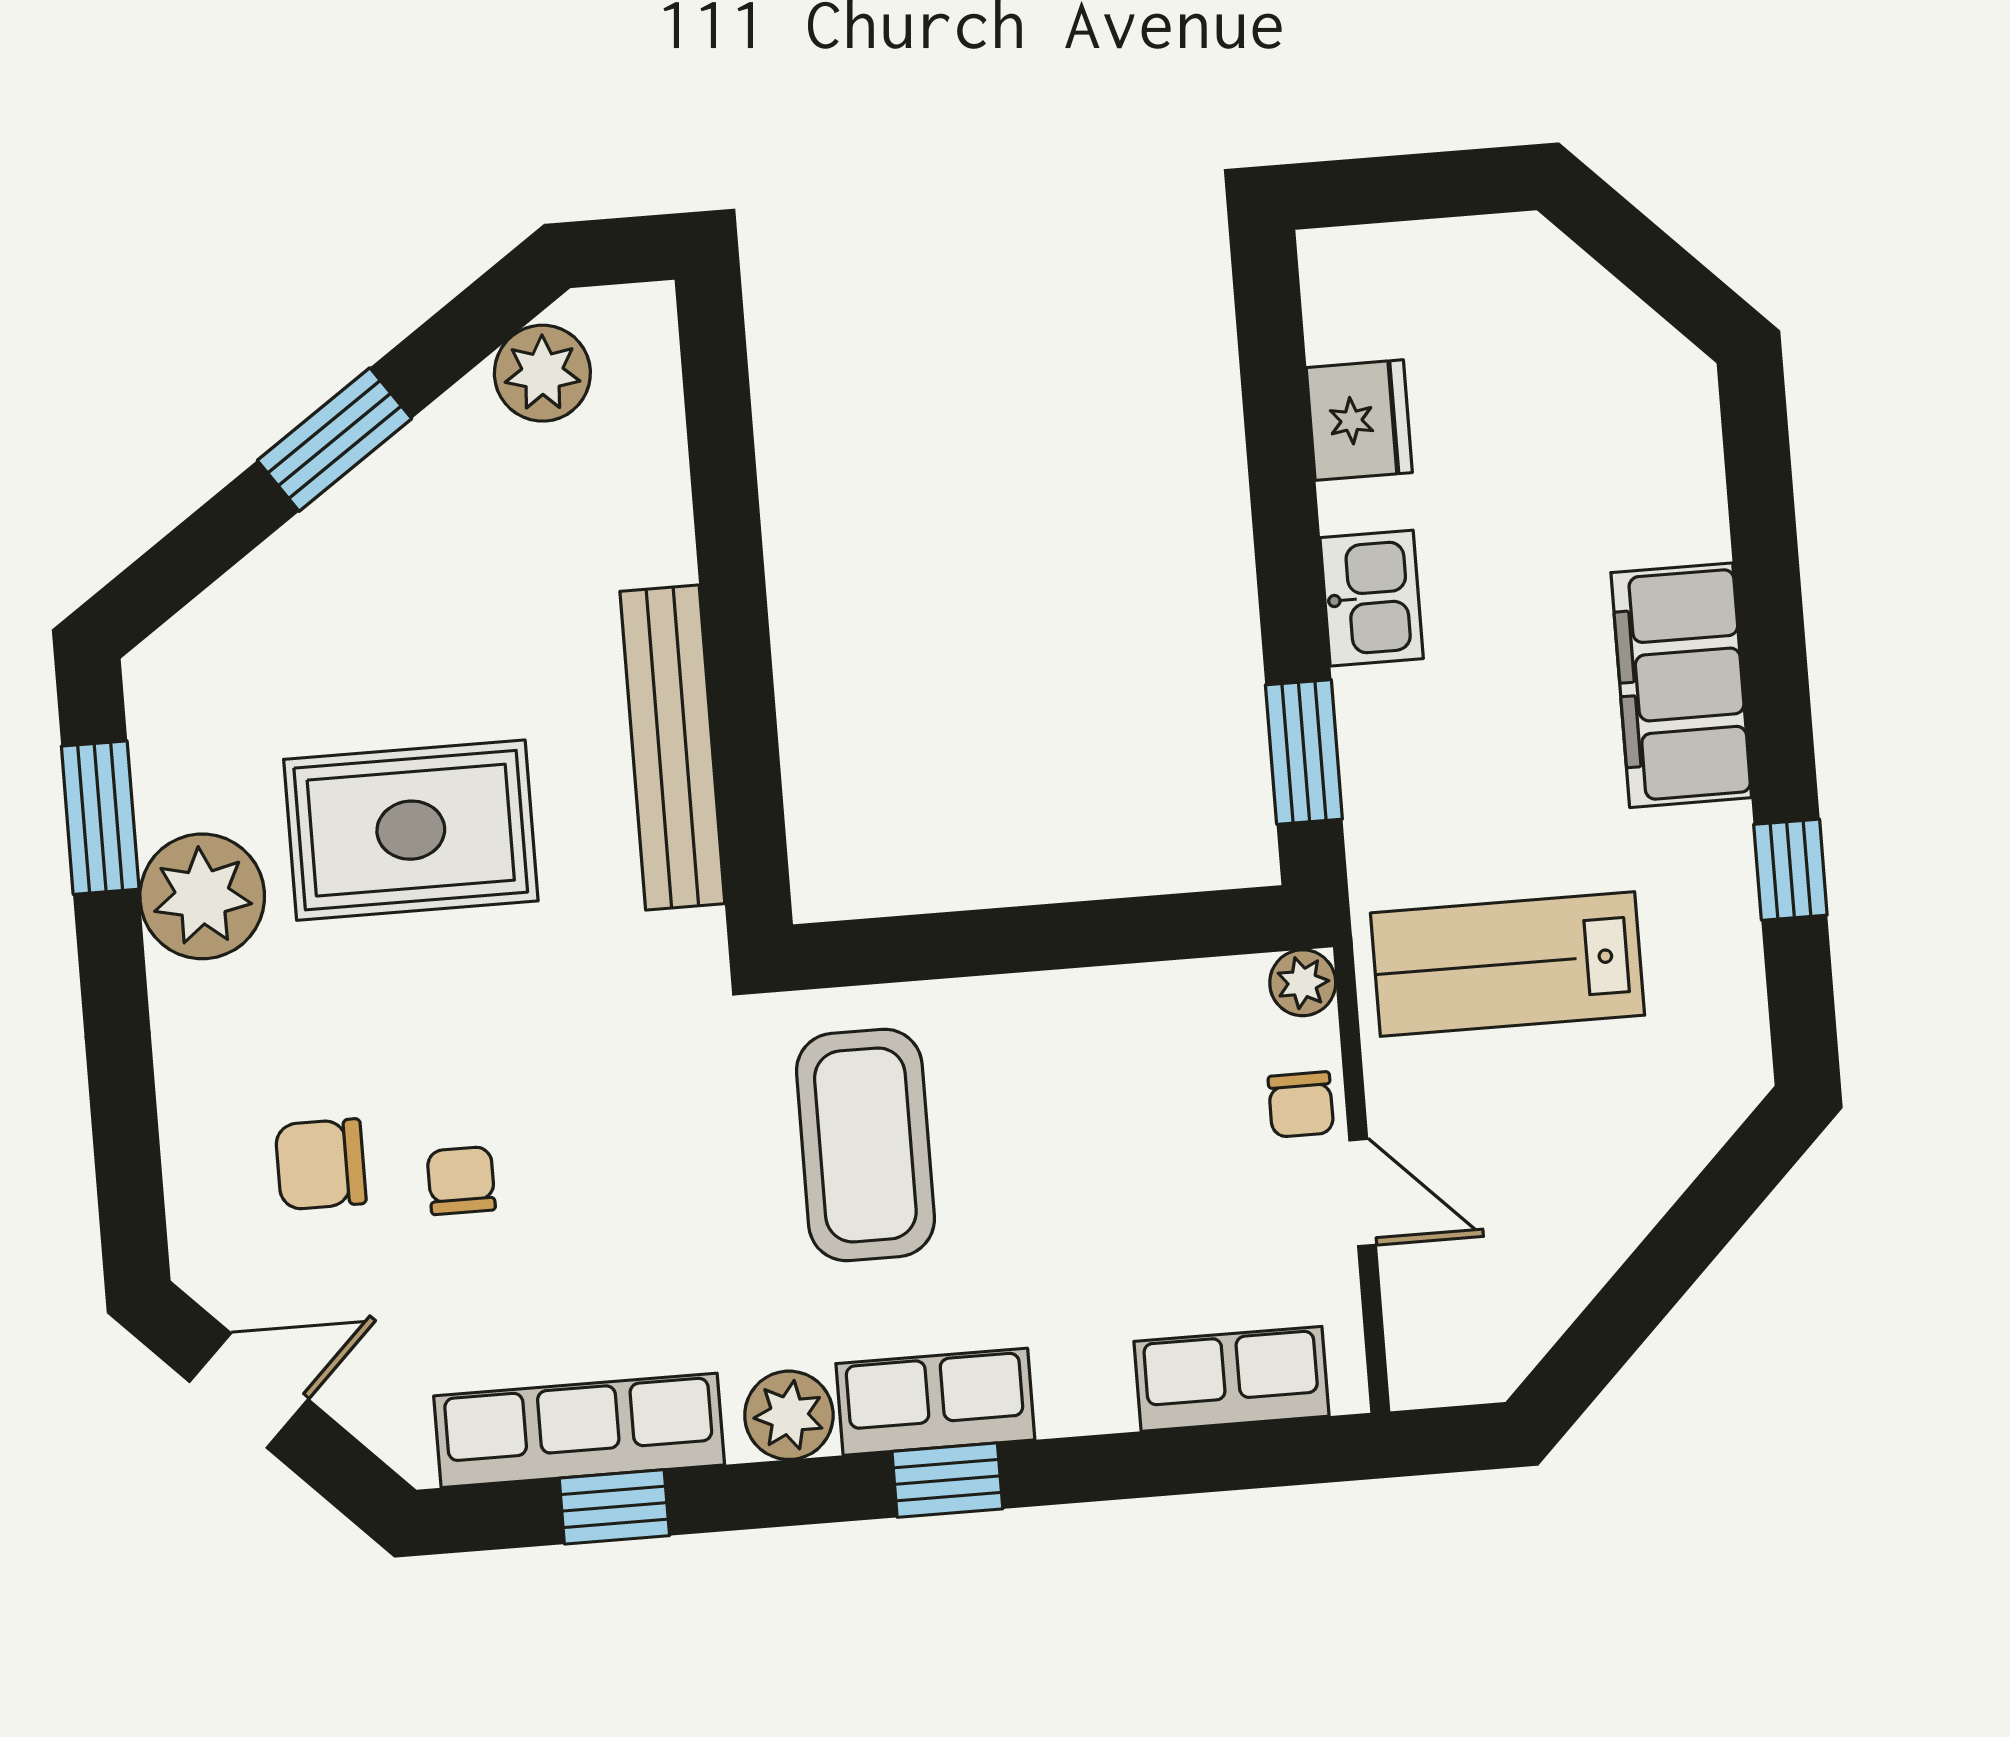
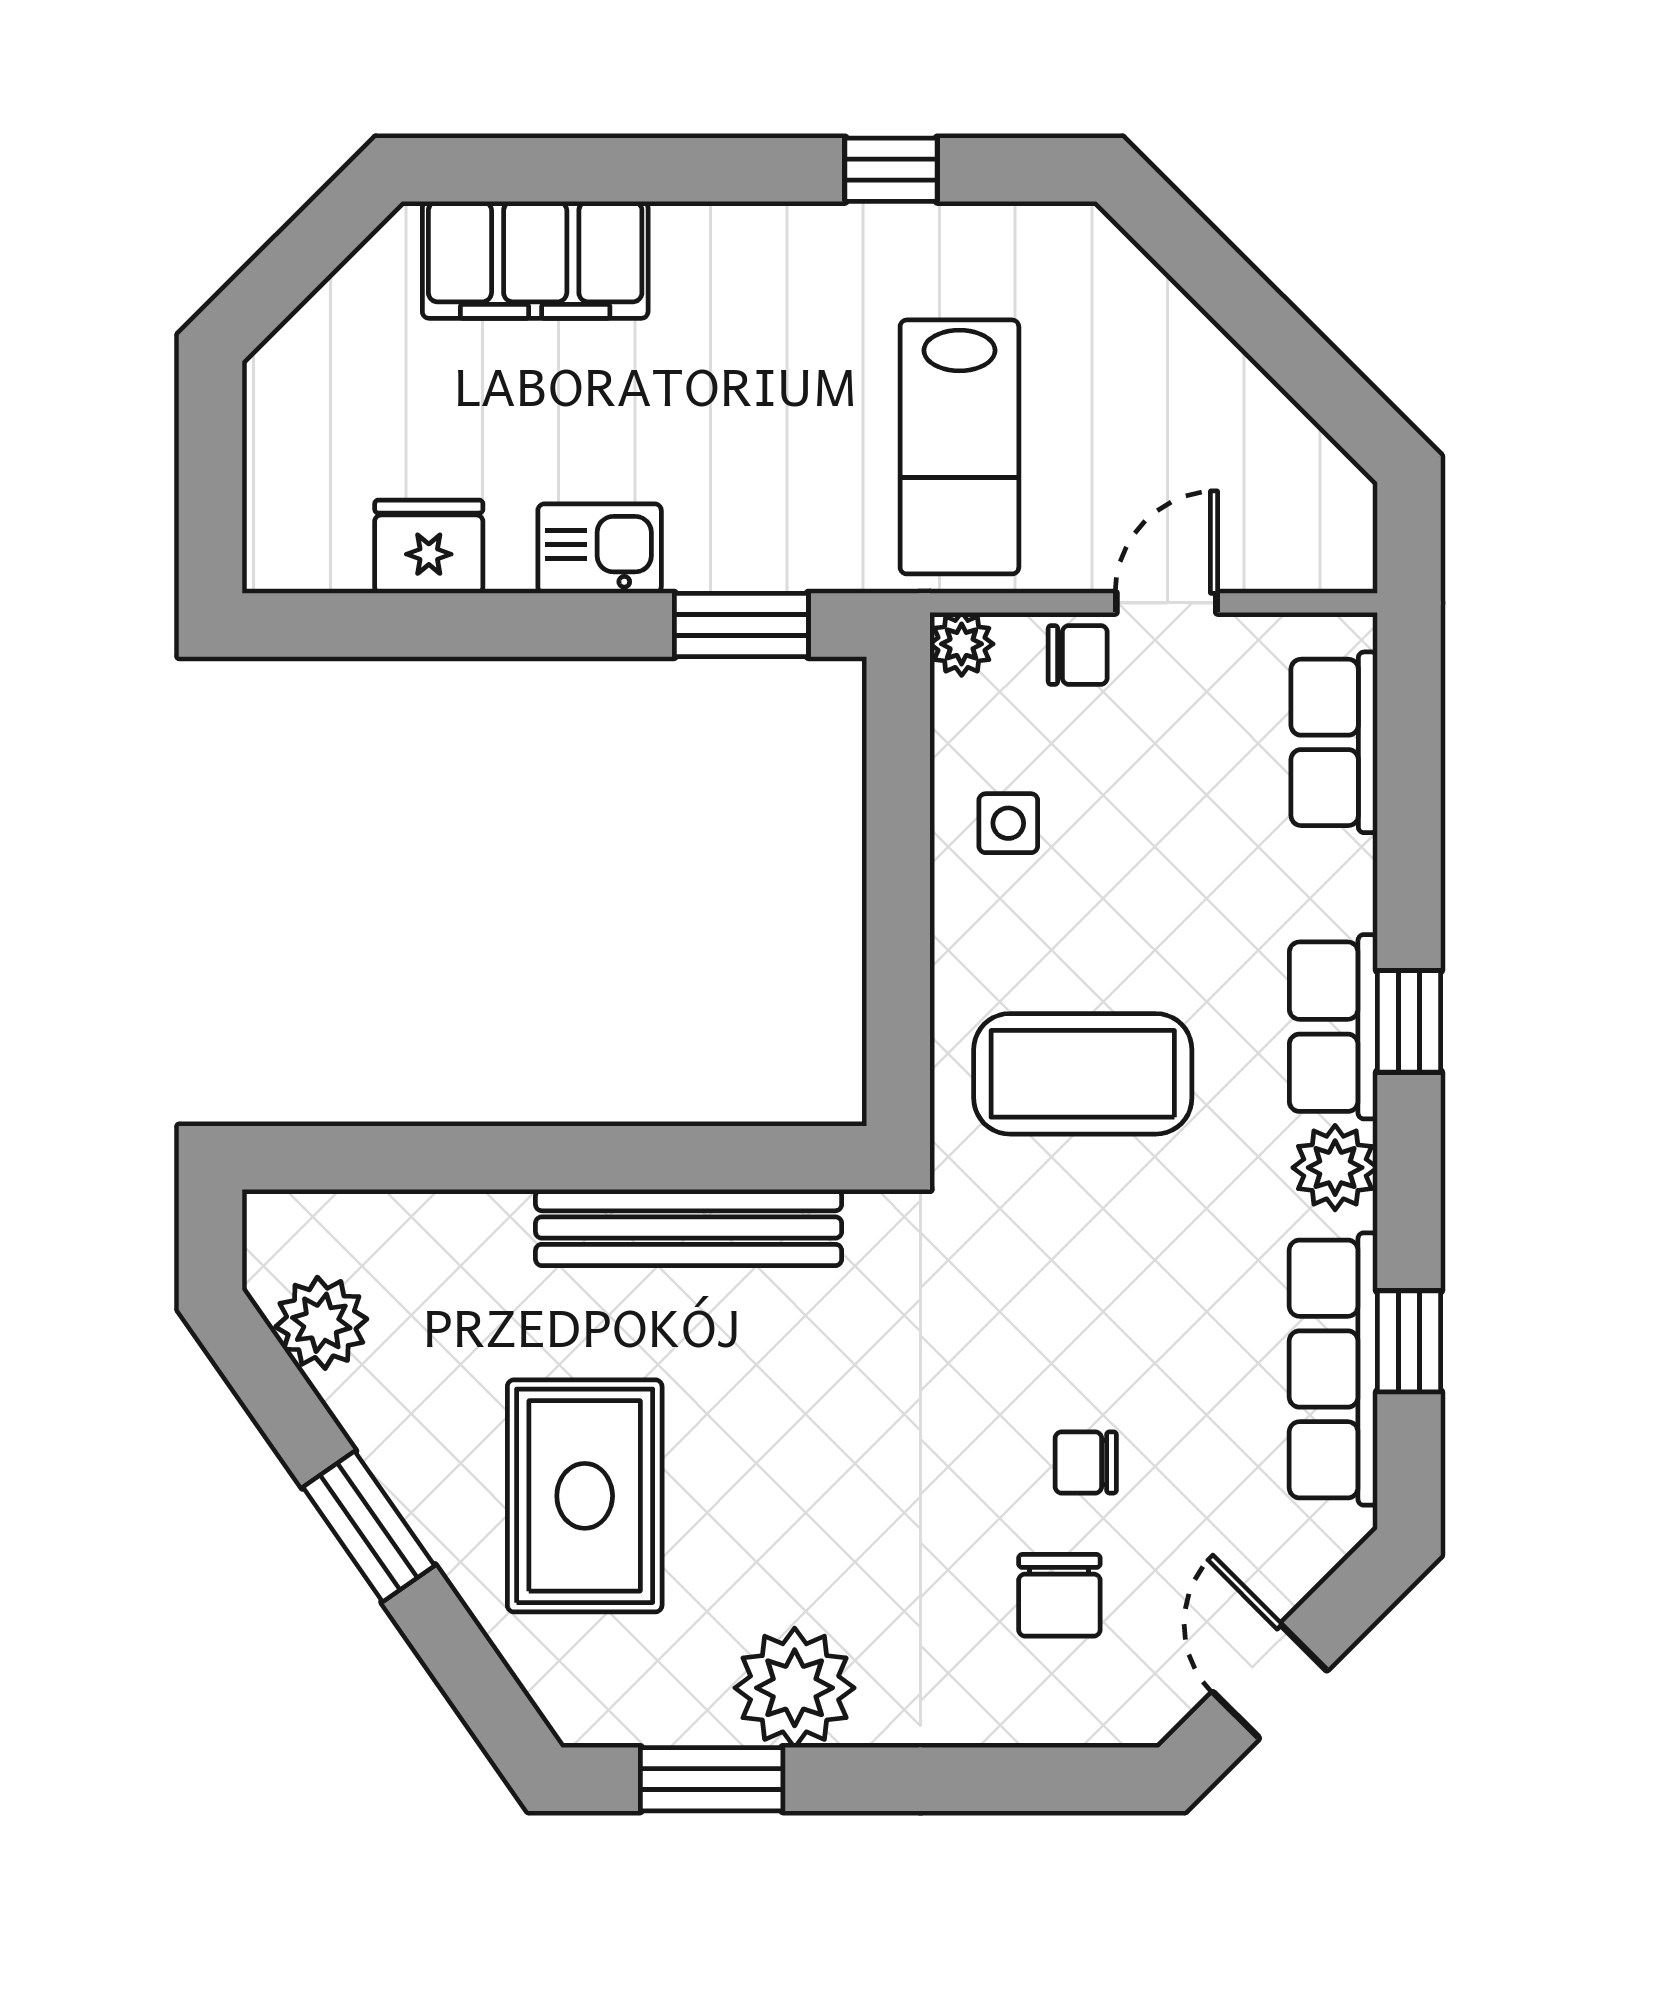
filing cabinet: (1681, 685) -> (535, 260), moved
rug: (411, 830) -> (585, 1496), moved
side table: (1120, 1046) -> (1008, 823), added

